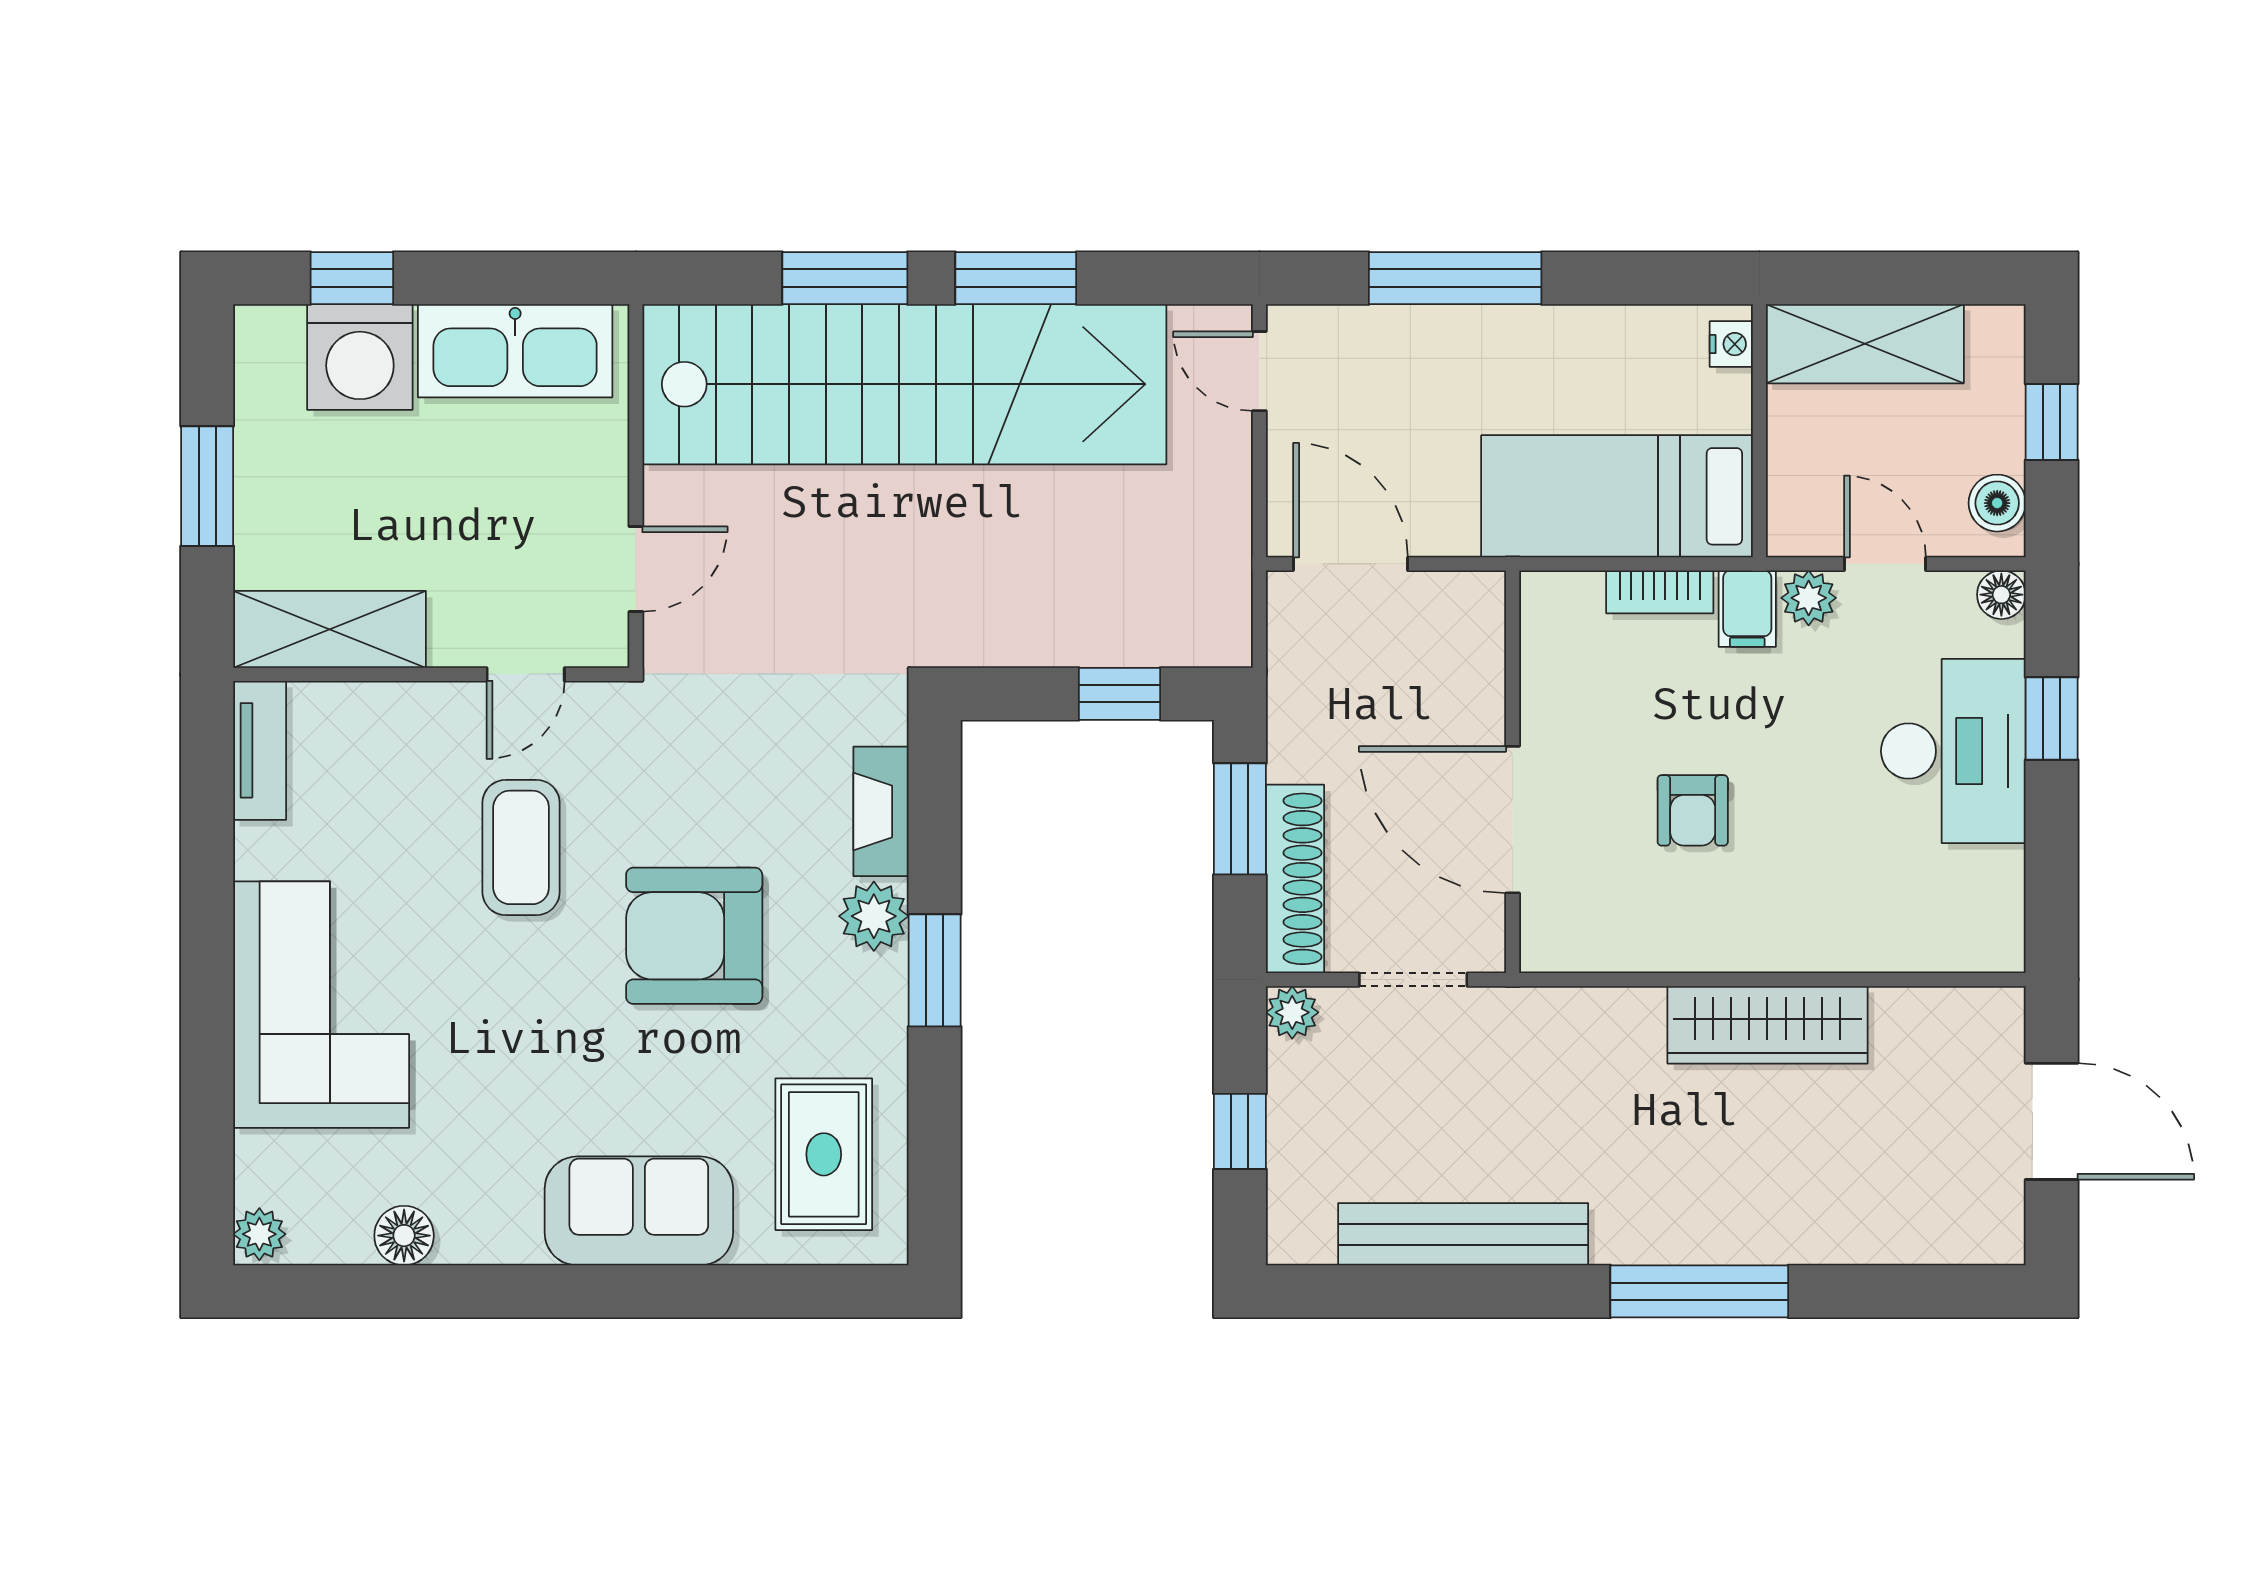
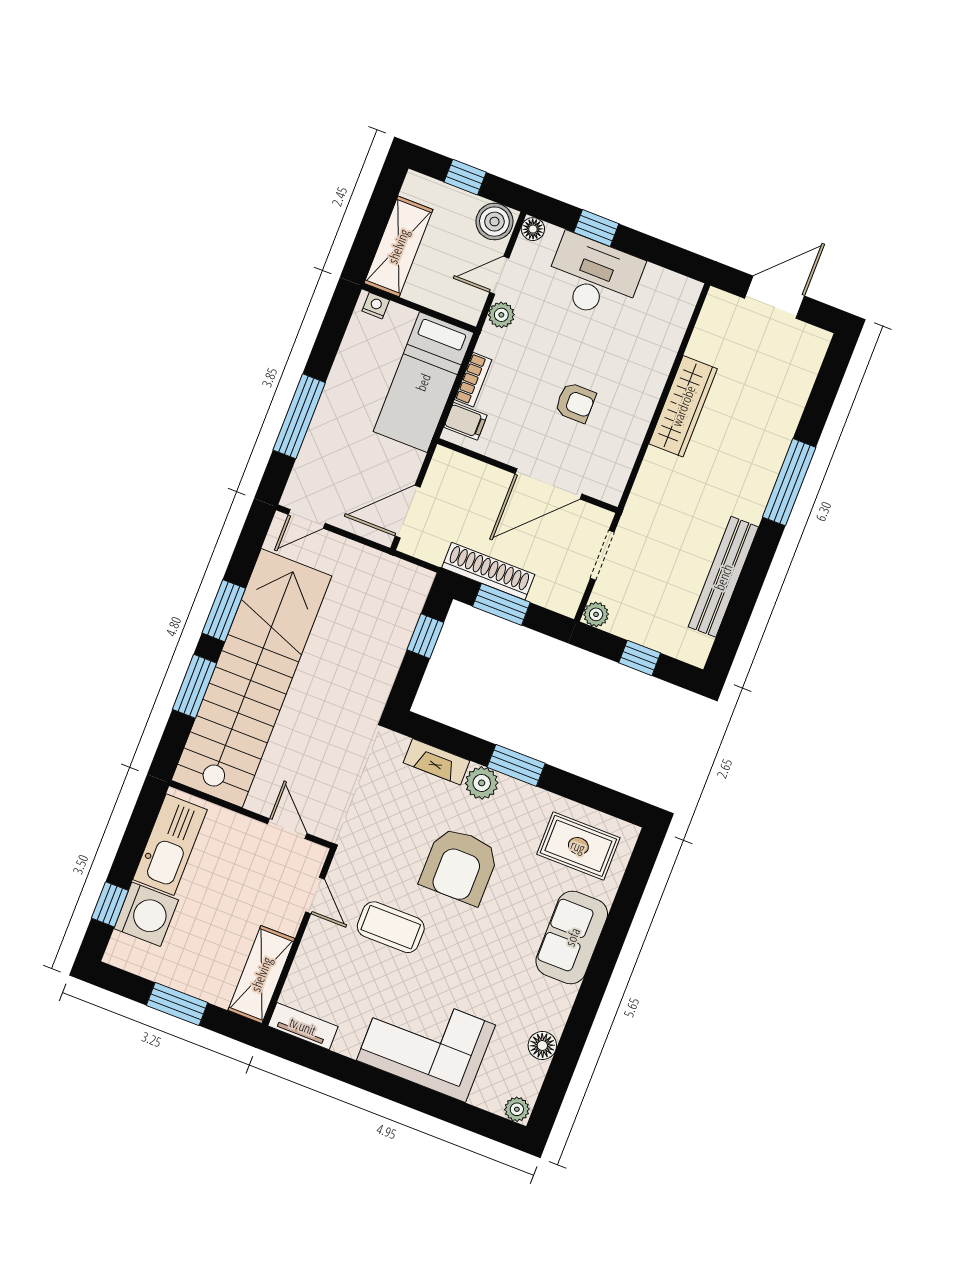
boiler: (1997, 503) -> (494, 222), width x1.36, depth x1.36
filing cabinet: (1747, 609) -> (465, 421), moved
shoe rack: (1295, 879) -> (488, 571), moved

